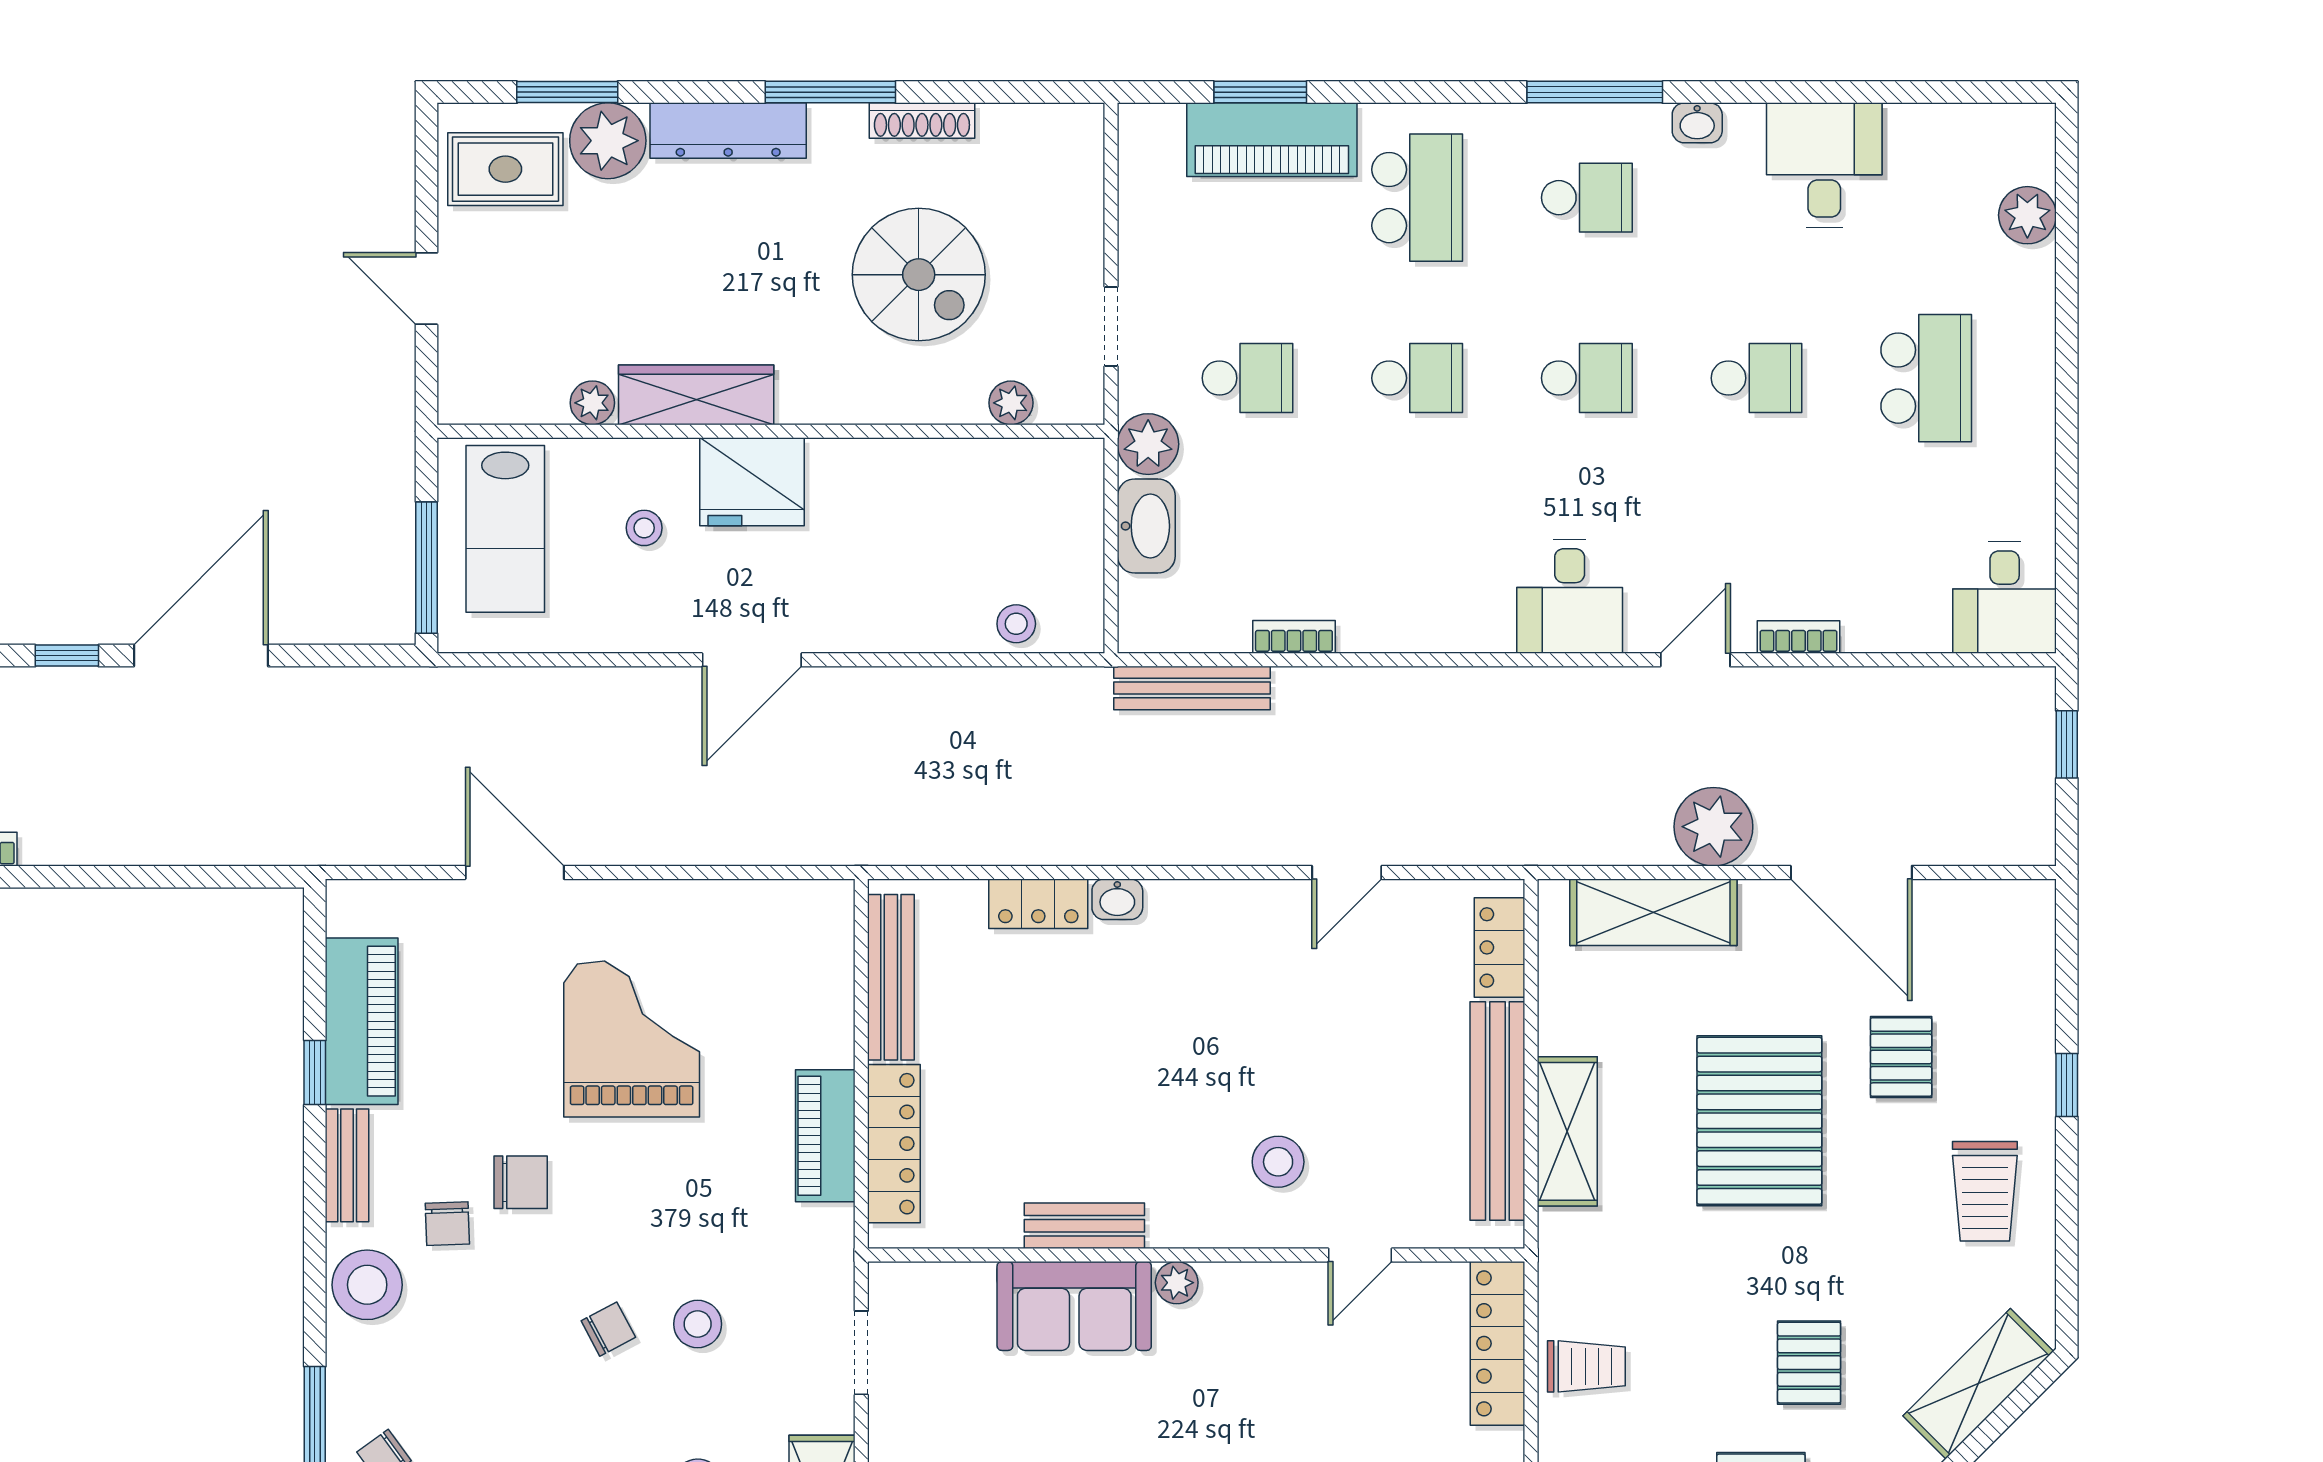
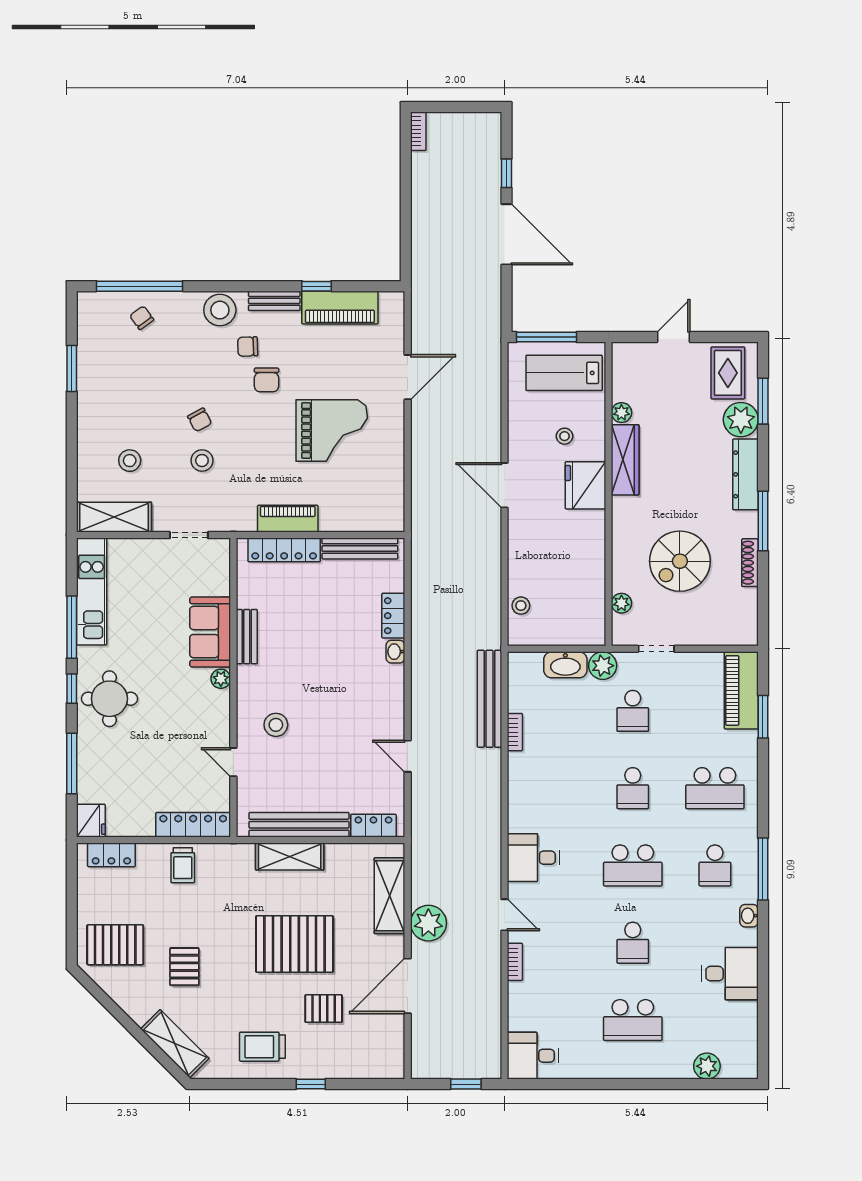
piano: (1272, 140) -> (741, 690), moved
school desk: (1587, 378) -> (633, 865), width x1.85
bench: (1192, 688) -> (489, 699), width x1.37, depth x1.21
pallet: (1809, 1363) -> (184, 967), turned 90

